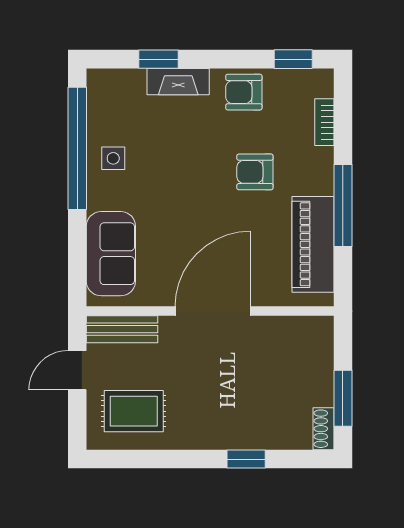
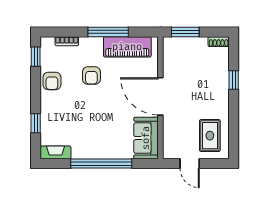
fireplace: (178, 82) -> (55, 152), moved, turned -90
window: (77, 148) -> (101, 164), moved
side table: (113, 158) -> (85, 146), removed
sofa: (111, 254) -> (146, 138), moved, turned -90
bench: (122, 329) -> (169, 141), removed
window: (343, 398) -> (185, 32), moved

